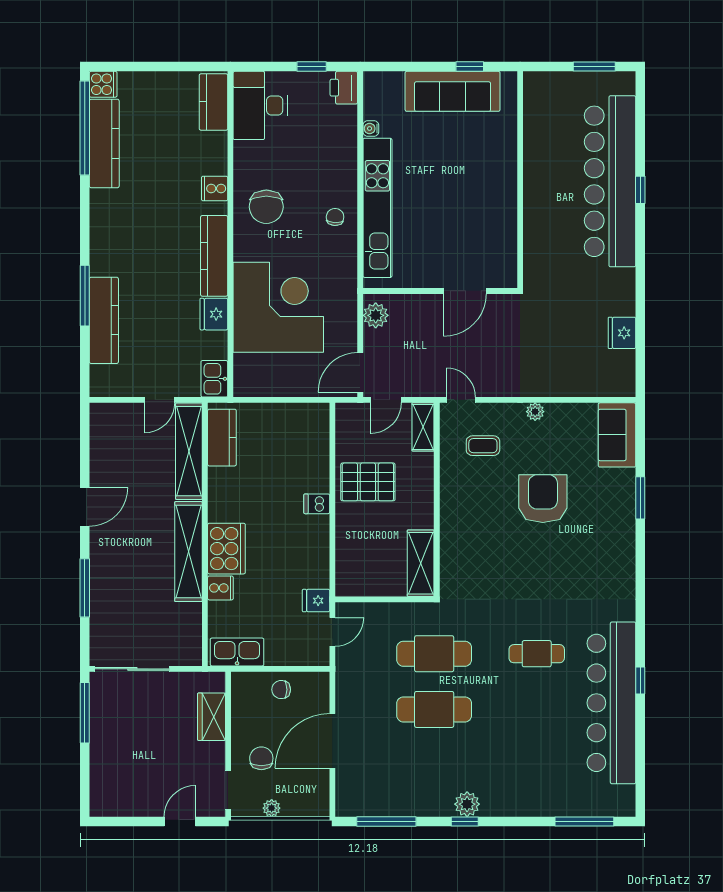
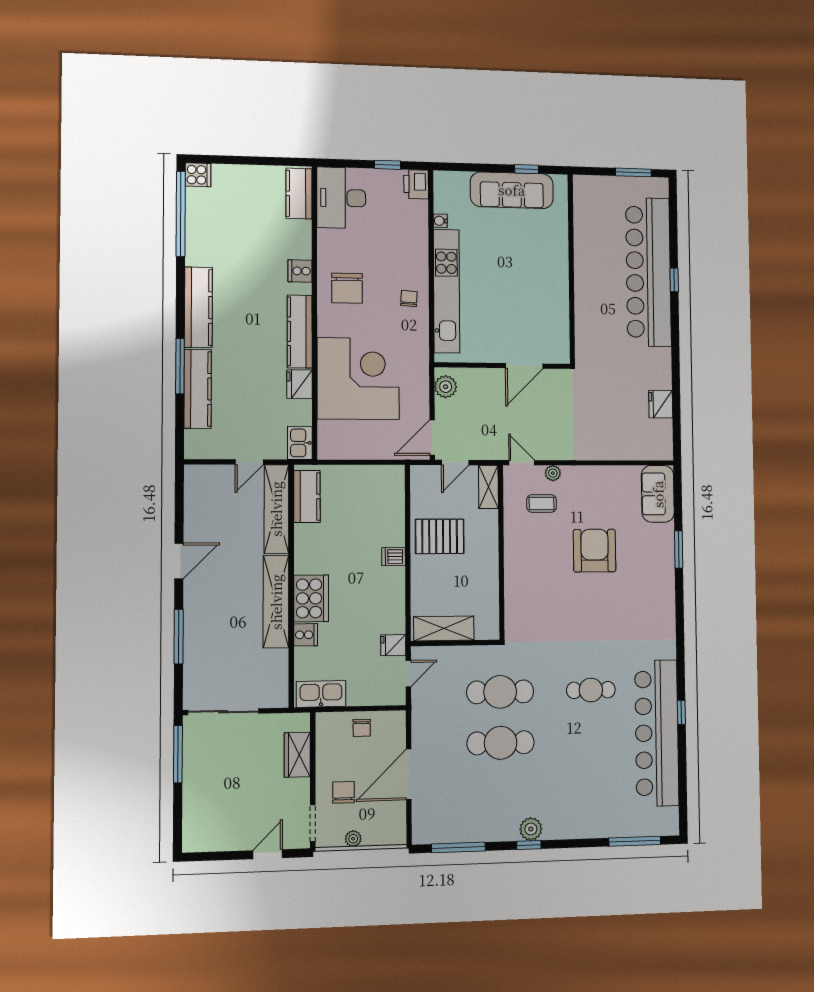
kitchen counter: (104, 143) -> (198, 307), moved
plant: (535, 412) -> (553, 473), moved
shelving: (421, 563) -> (444, 628), moved, turned 90
chair: (281, 690) -> (362, 728), turned -90

